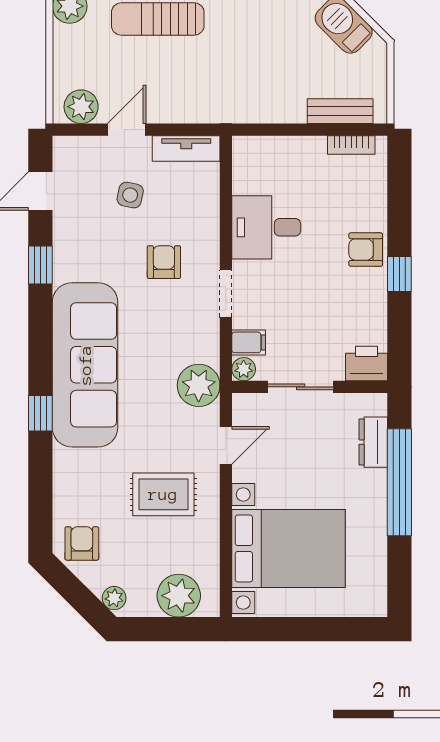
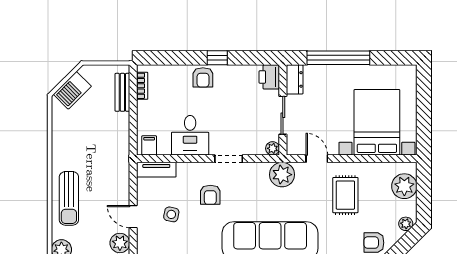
tv unit: (186, 148) -> (156, 170), moved, turned 90
armchair: (164, 262) -> (210, 195), turned -90
filing cabinet: (249, 342) -> (149, 145), moved
dresser: (373, 442) -> (295, 79), moved, turned -90

